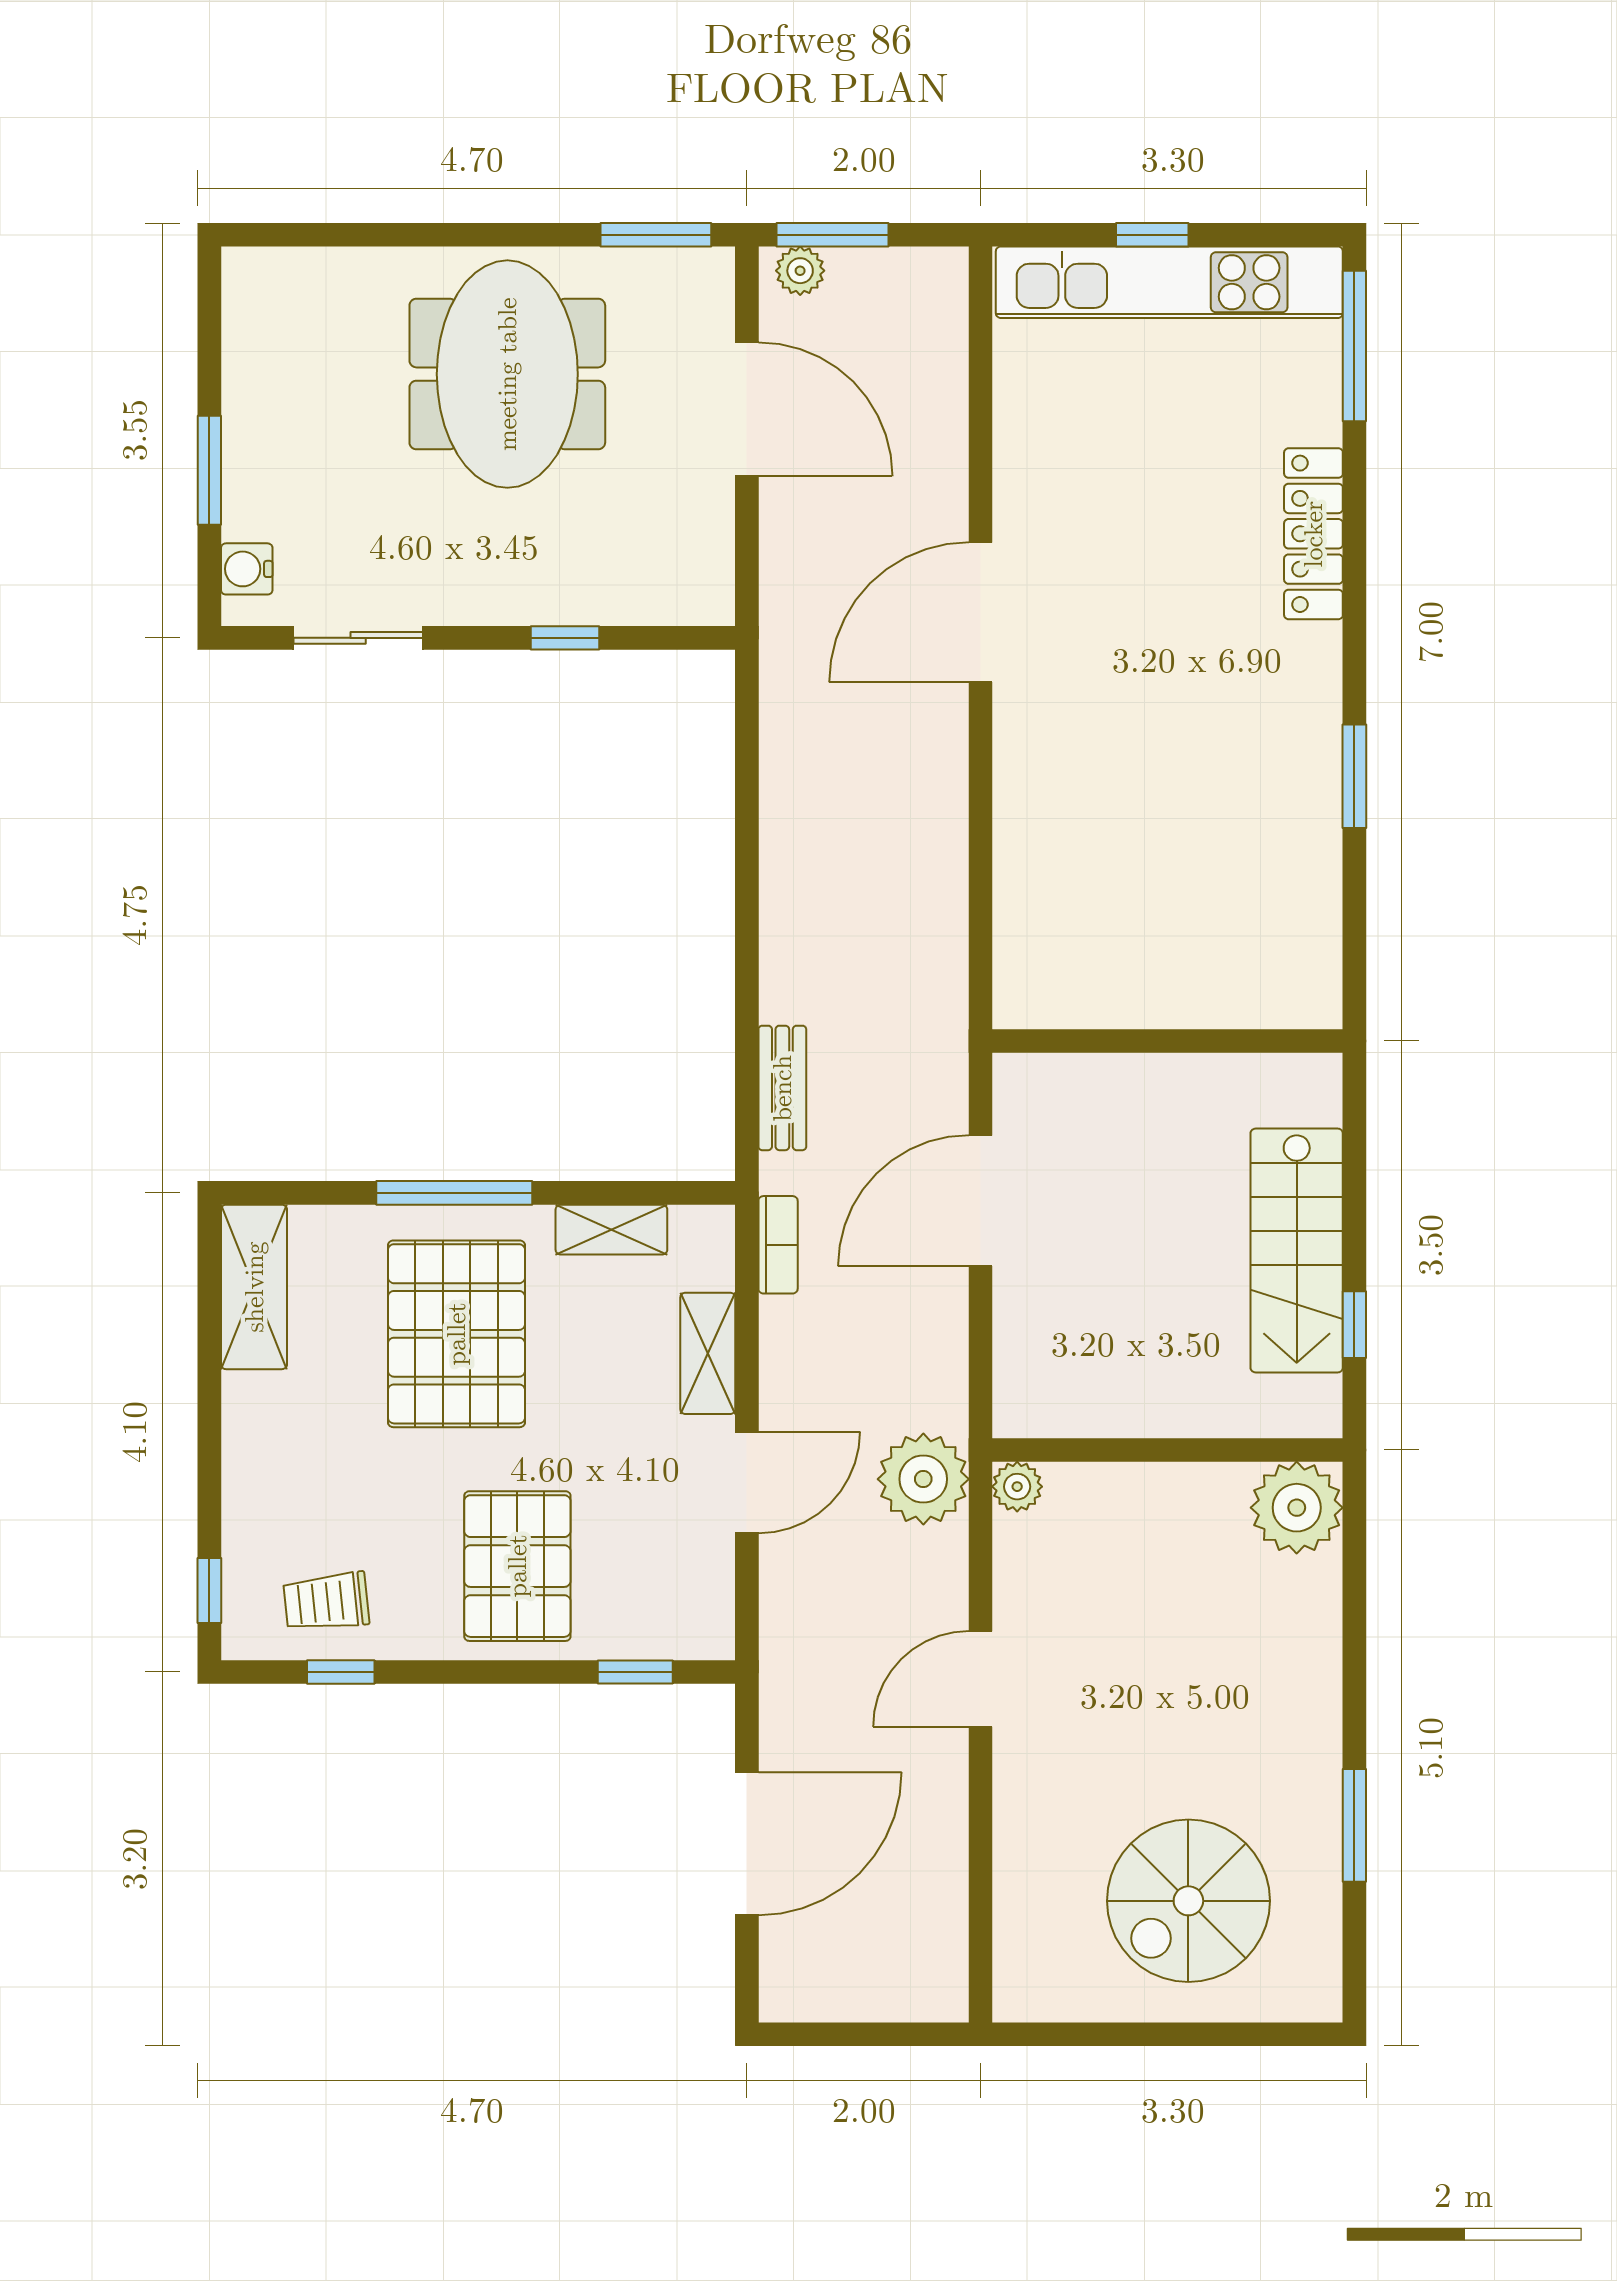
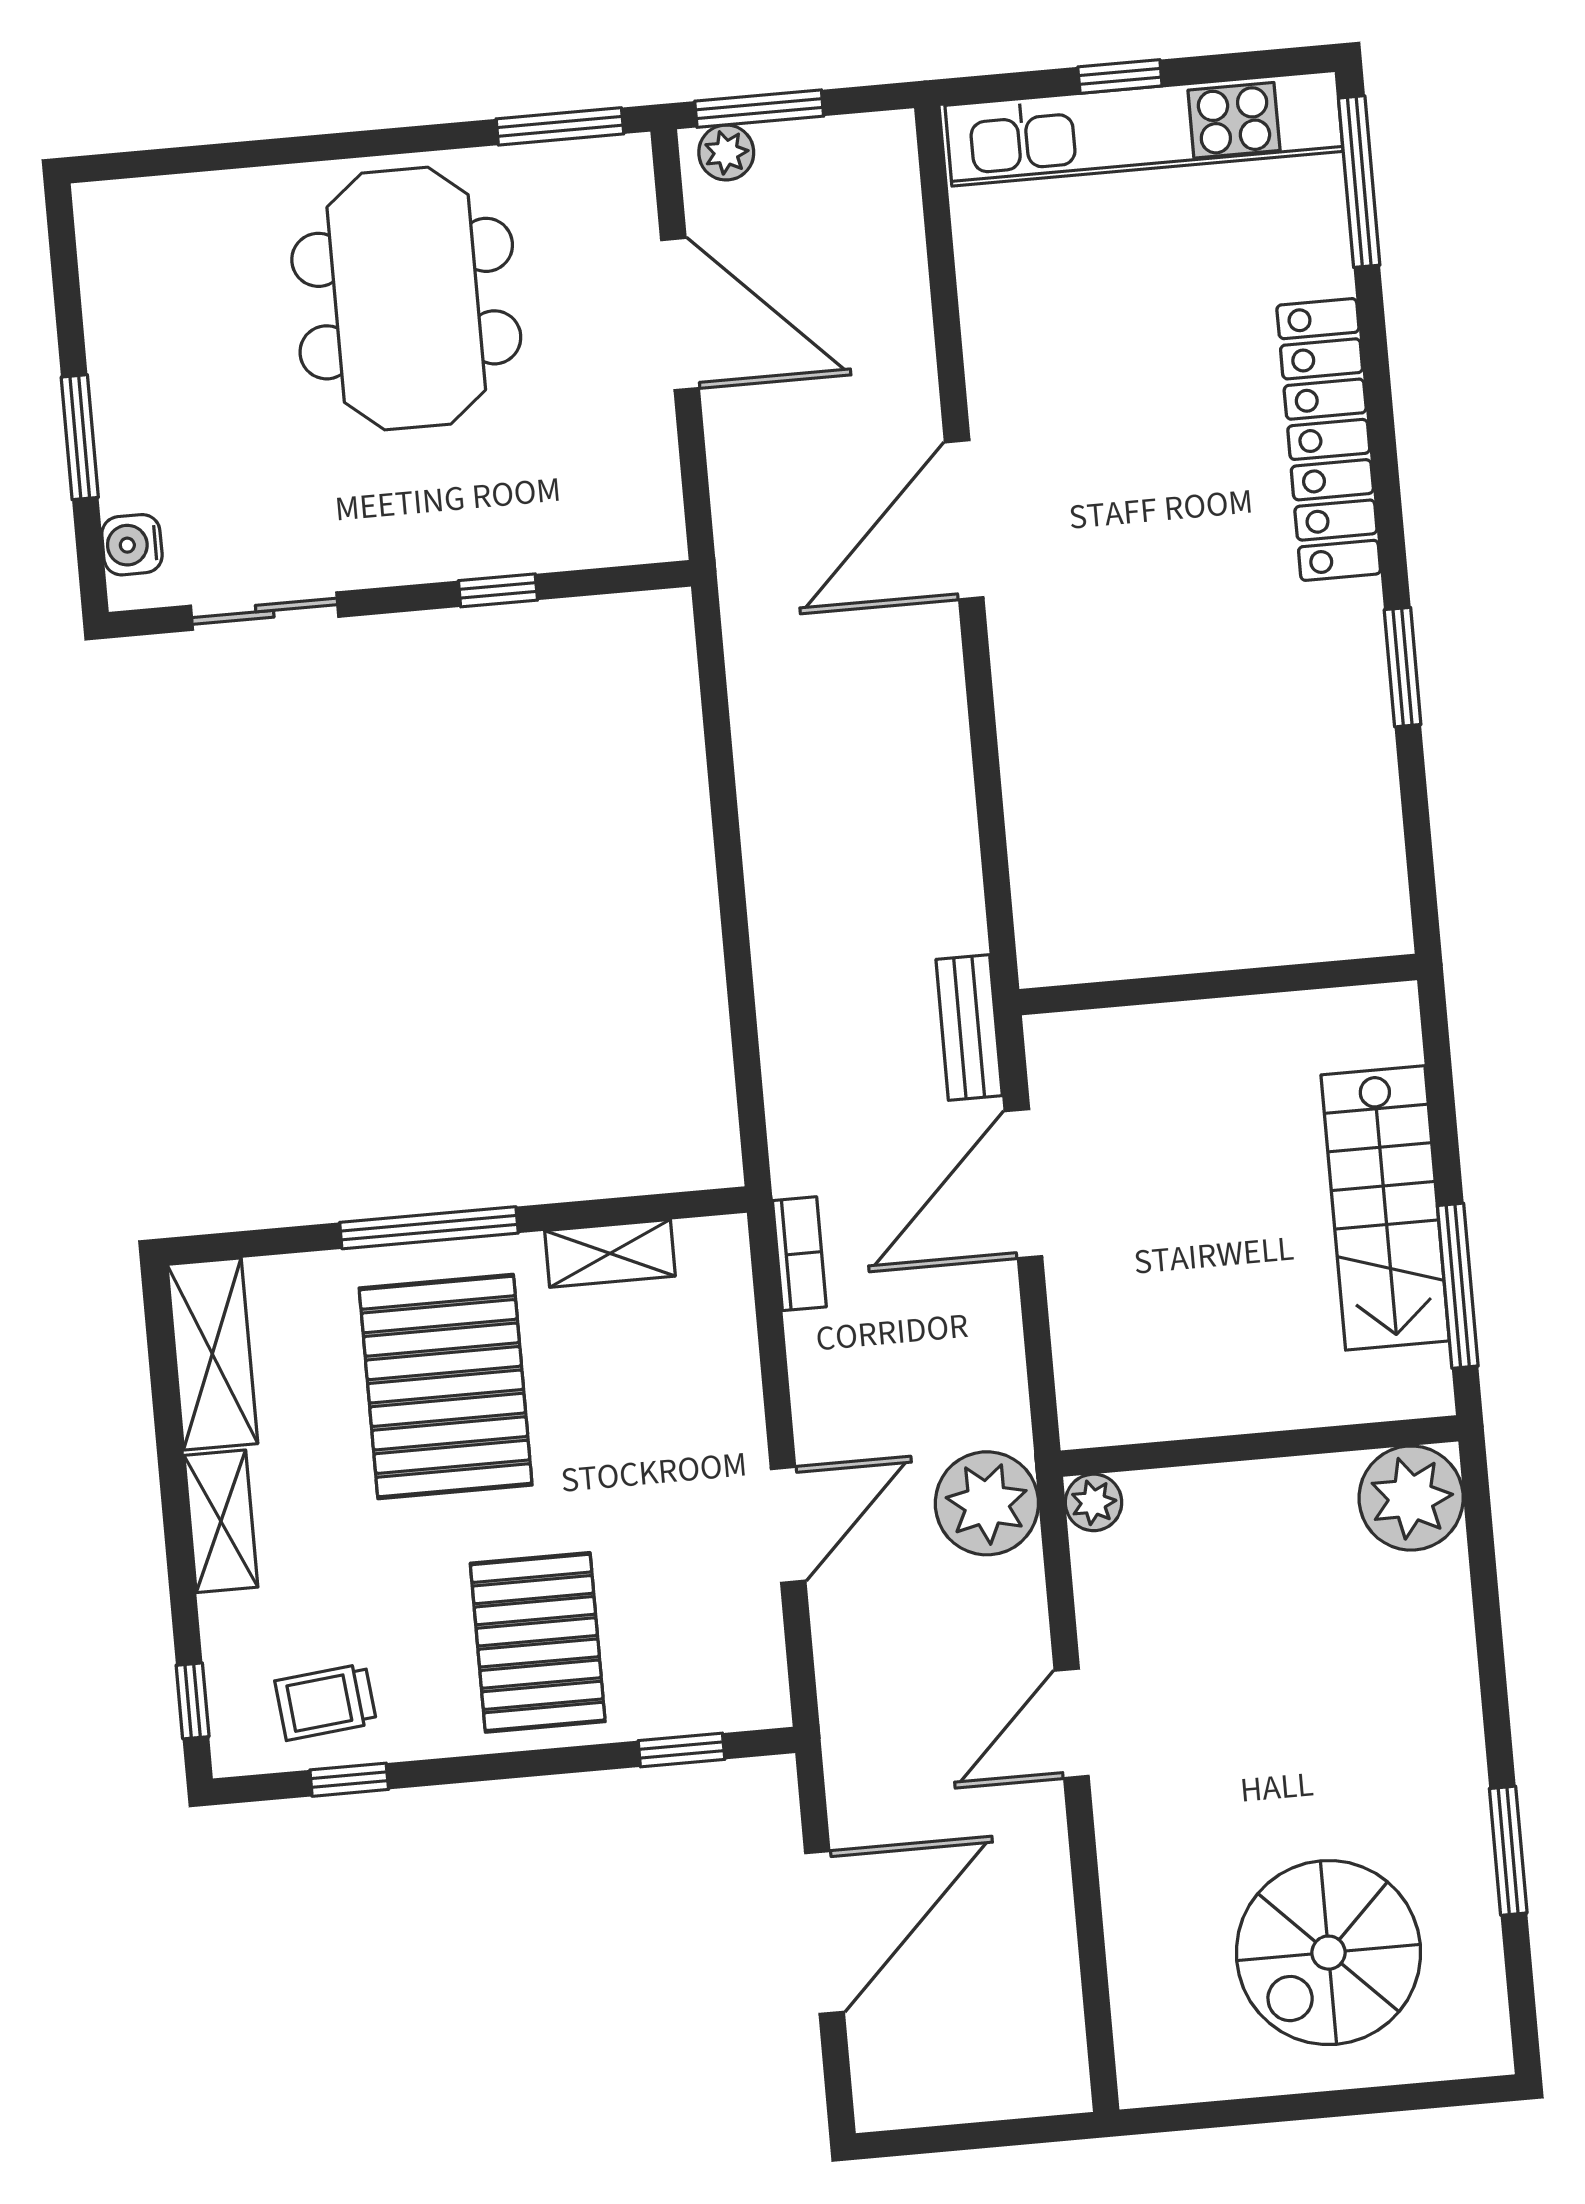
locker: (1313, 534) -> (1329, 439), width x1.41, depth x1.21
bench: (782, 1088) -> (969, 1028), moved
window: (1354, 1325) -> (1458, 1286), width x2.17
shelving: (708, 1353) -> (221, 1521), moved

